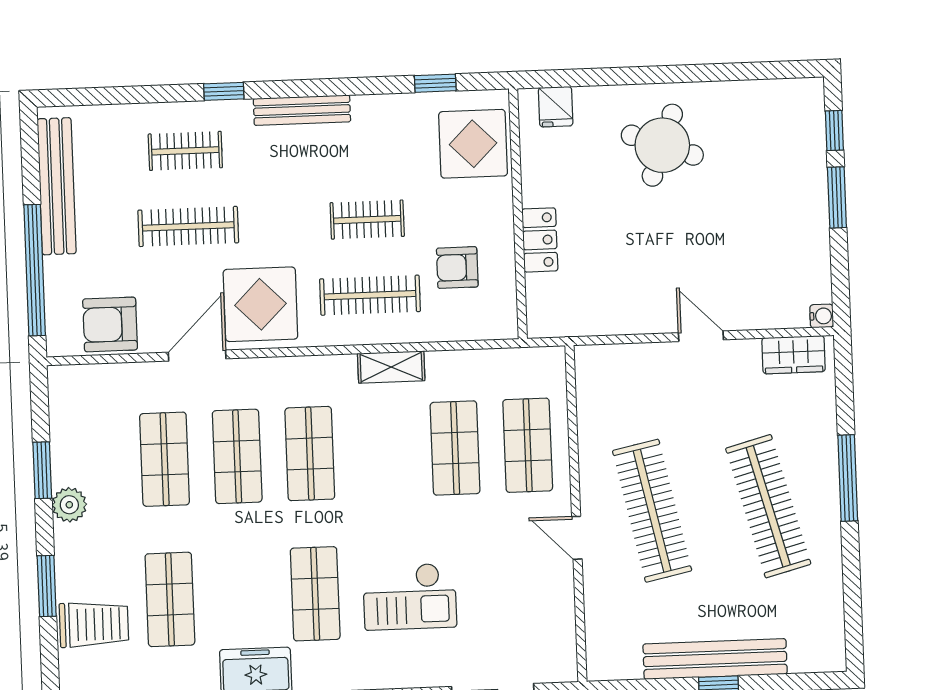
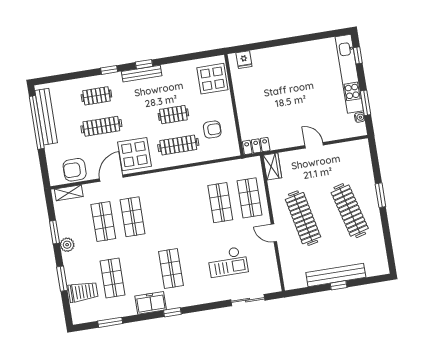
window: (435, 83) -> (144, 64), moved
round table: (662, 145) -> (289, 70), removed
kitchen unit: (808, 173) -> (349, 74), added
window: (837, 197) -> (365, 103), moved
locker: (540, 240) -> (256, 146), moved, turned -90
armchair: (457, 268) -> (212, 130), turned 180
window: (35, 270) -> (37, 122), moved
water cooler: (822, 316) -> (360, 117), moved
wardrobe: (794, 355) -> (272, 166), moved, turned -90
shelving: (391, 367) -> (69, 193), moved
shop shelf: (310, 454) -> (162, 212), removed
window: (848, 478) -> (380, 195), width x0.69
checkout: (410, 597) -> (228, 262), moved

